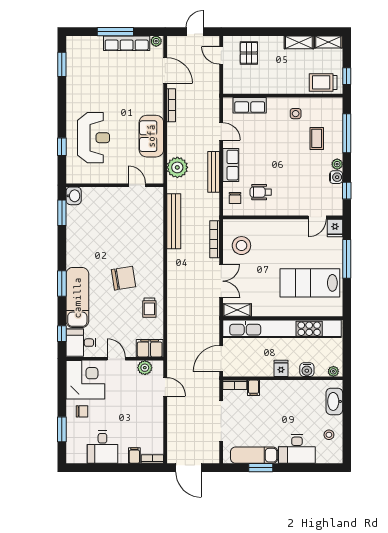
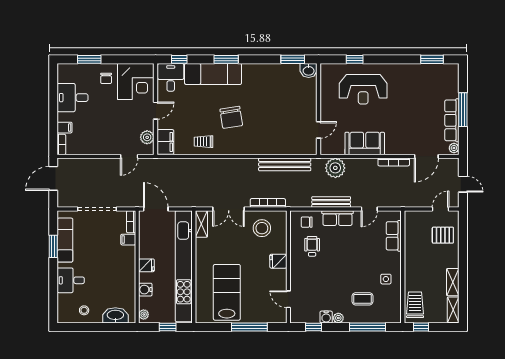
fridge: (335, 228) -> (278, 261), moved
window: (347, 346) -> (168, 327), added
desk: (297, 449) -> (71, 280), width x0.73

